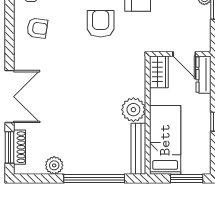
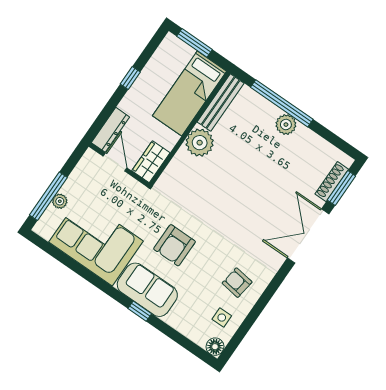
plant: (54, 165) -> (286, 125), moved

